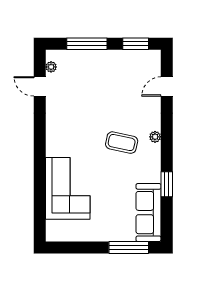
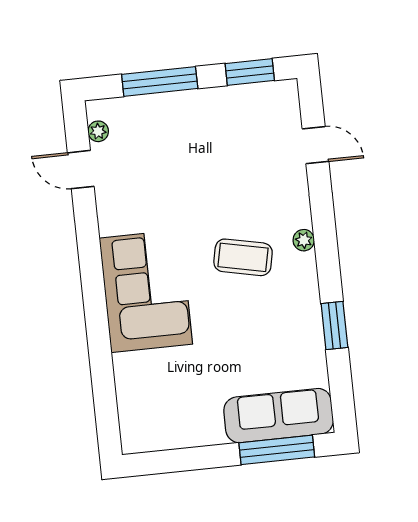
door: (167, 87) -> (315, 145), swing flipped
corner sofa: (68, 188) -> (146, 291), moved
sofa: (148, 213) -> (279, 416), moved, turned 90

